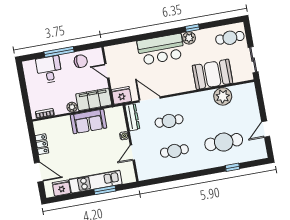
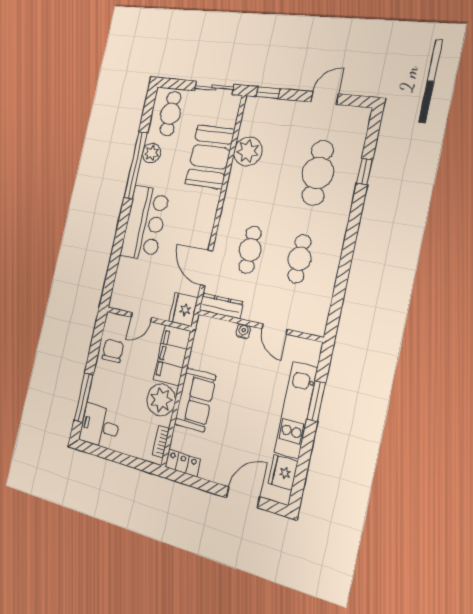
window: (192, 28) -> (136, 165), width x3.17
plant: (189, 38) -> (151, 153), moved
window: (59, 52) -> (84, 398), moved
desk: (49, 70) -> (100, 426), moved
window: (259, 95) -> (268, 93), added
door: (150, 99) -> (206, 268), hinge flipped
plant: (72, 107) -> (161, 400), width x1.87, depth x1.87
sofa: (89, 121) -> (195, 400), moved
door: (266, 129) -> (325, 98), swing flipped
locker: (42, 144) -> (182, 463), moved

